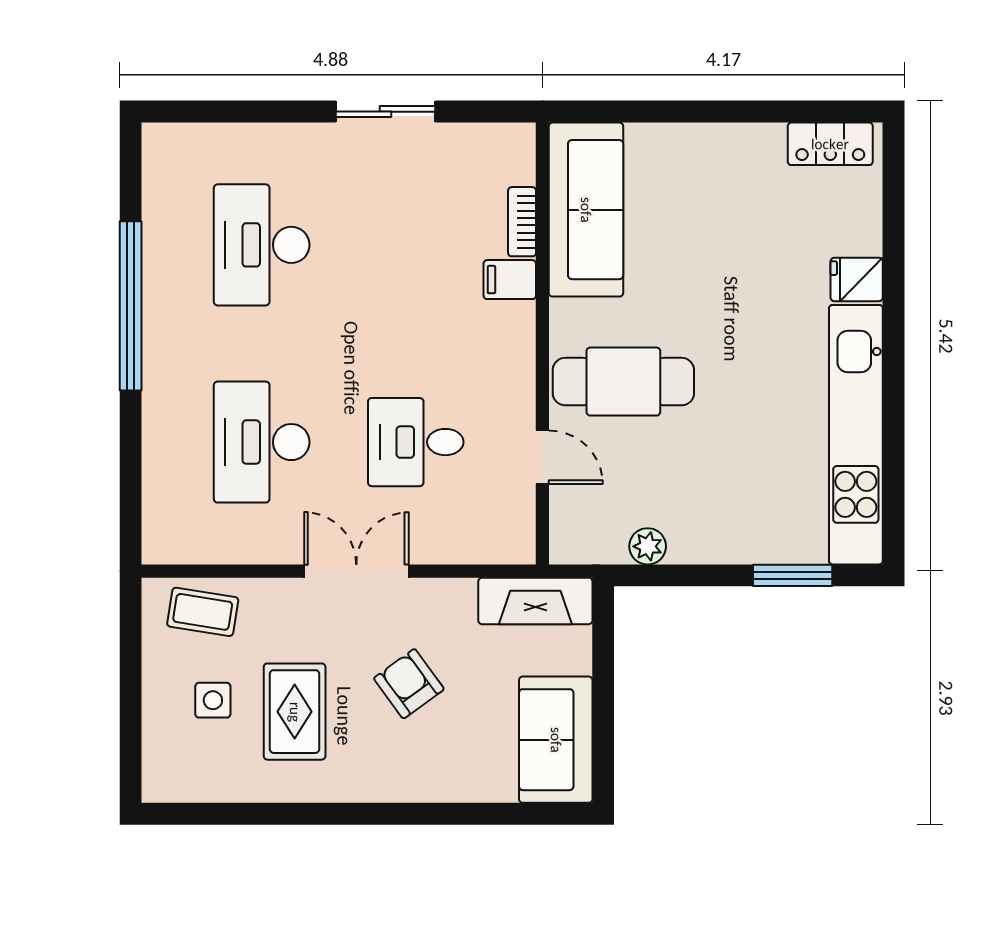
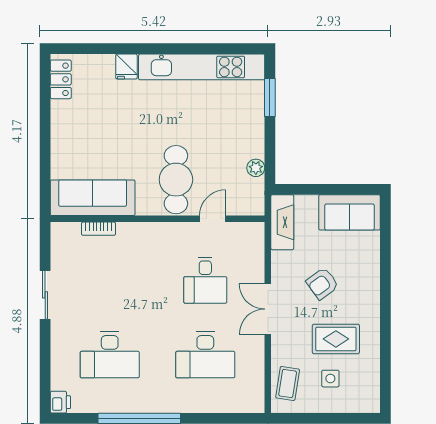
printer: (164, 143) -> (60, 402), added
filing cabinet: (510, 280) -> (127, 235), removed

